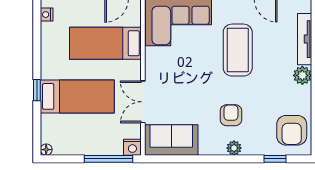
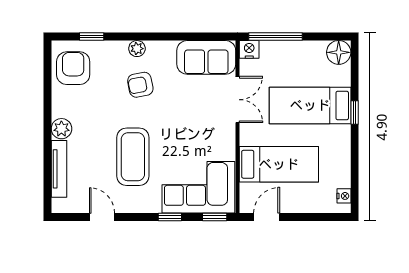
armchair: (231, 115) -> (140, 85), turned 79
floor lamp: (46, 150) -> (339, 52), width x1.89, depth x1.89

